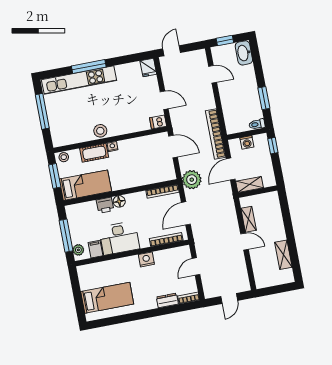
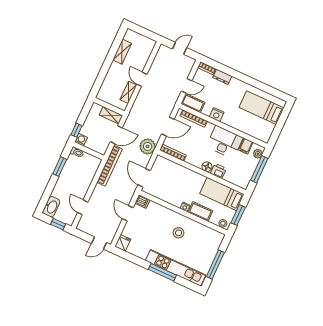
stool: (100, 131) -> (178, 233), moved
washing machine: (247, 142) -> (81, 140), moved
cot: (178, 254) -> (193, 103), added

